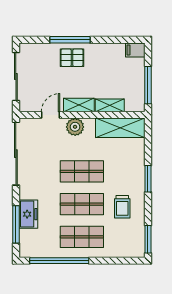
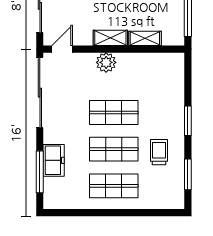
door: (51, 115) -> (62, 49), moved
shelving: (120, 128) -> (157, 64), removed
trolley: (122, 207) -> (159, 152), turned 180
window: (148, 239) -> (188, 174), moved
window: (59, 261) -> (88, 213), removed

